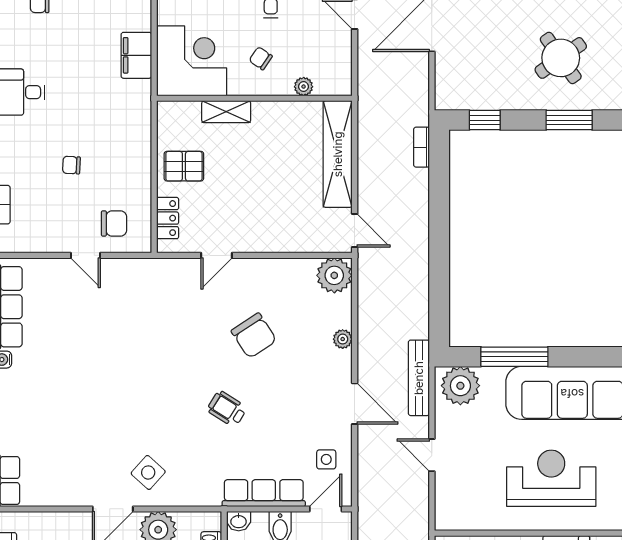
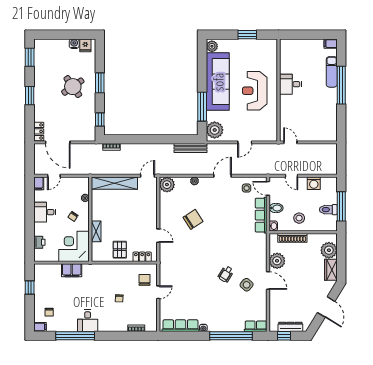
bench: (419, 378) -> (190, 148), moved
wheelchair: (227, 409) -> (226, 274), moved
side table: (148, 472) -> (247, 285), moved

